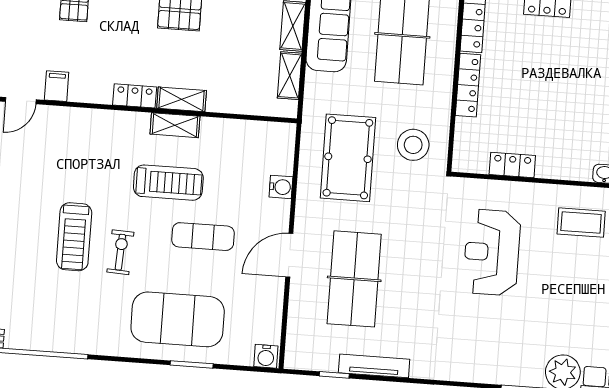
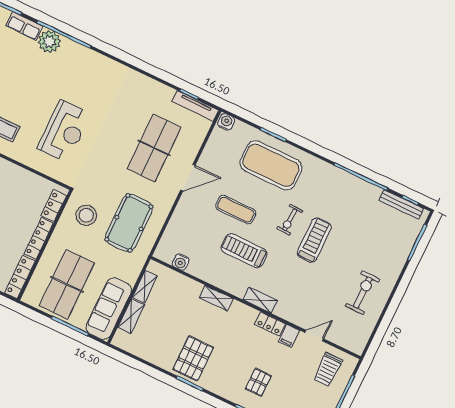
locker: (135, 96) -> (270, 324), moved
shelving: (175, 125) -> (260, 300), moved
locker: (512, 165) -> (54, 206), moved, turned 90
water cooler: (281, 187) -> (181, 262), moved, turned -90
tv unit: (374, 366) -> (195, 106), moved

